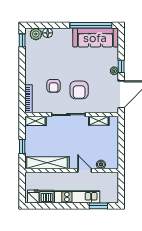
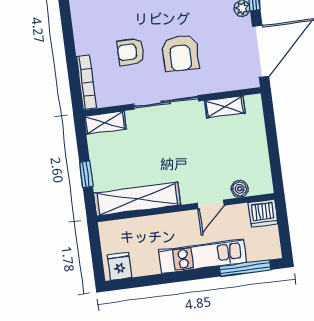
armchair: (54, 86) -> (131, 52), turned 90
door: (85, 170) -> (211, 204), swing flipped
dishwasher: (47, 197) -> (263, 213), moved, turned 180
window: (98, 206) -> (245, 268), width x1.44

